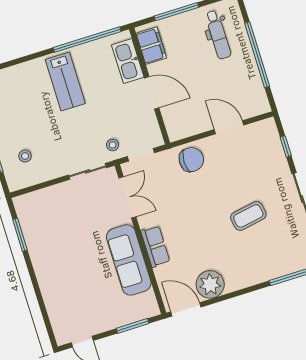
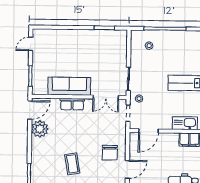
door: (152, 93) -> (148, 131), moved
chair: (191, 160) -> (110, 153), moved

